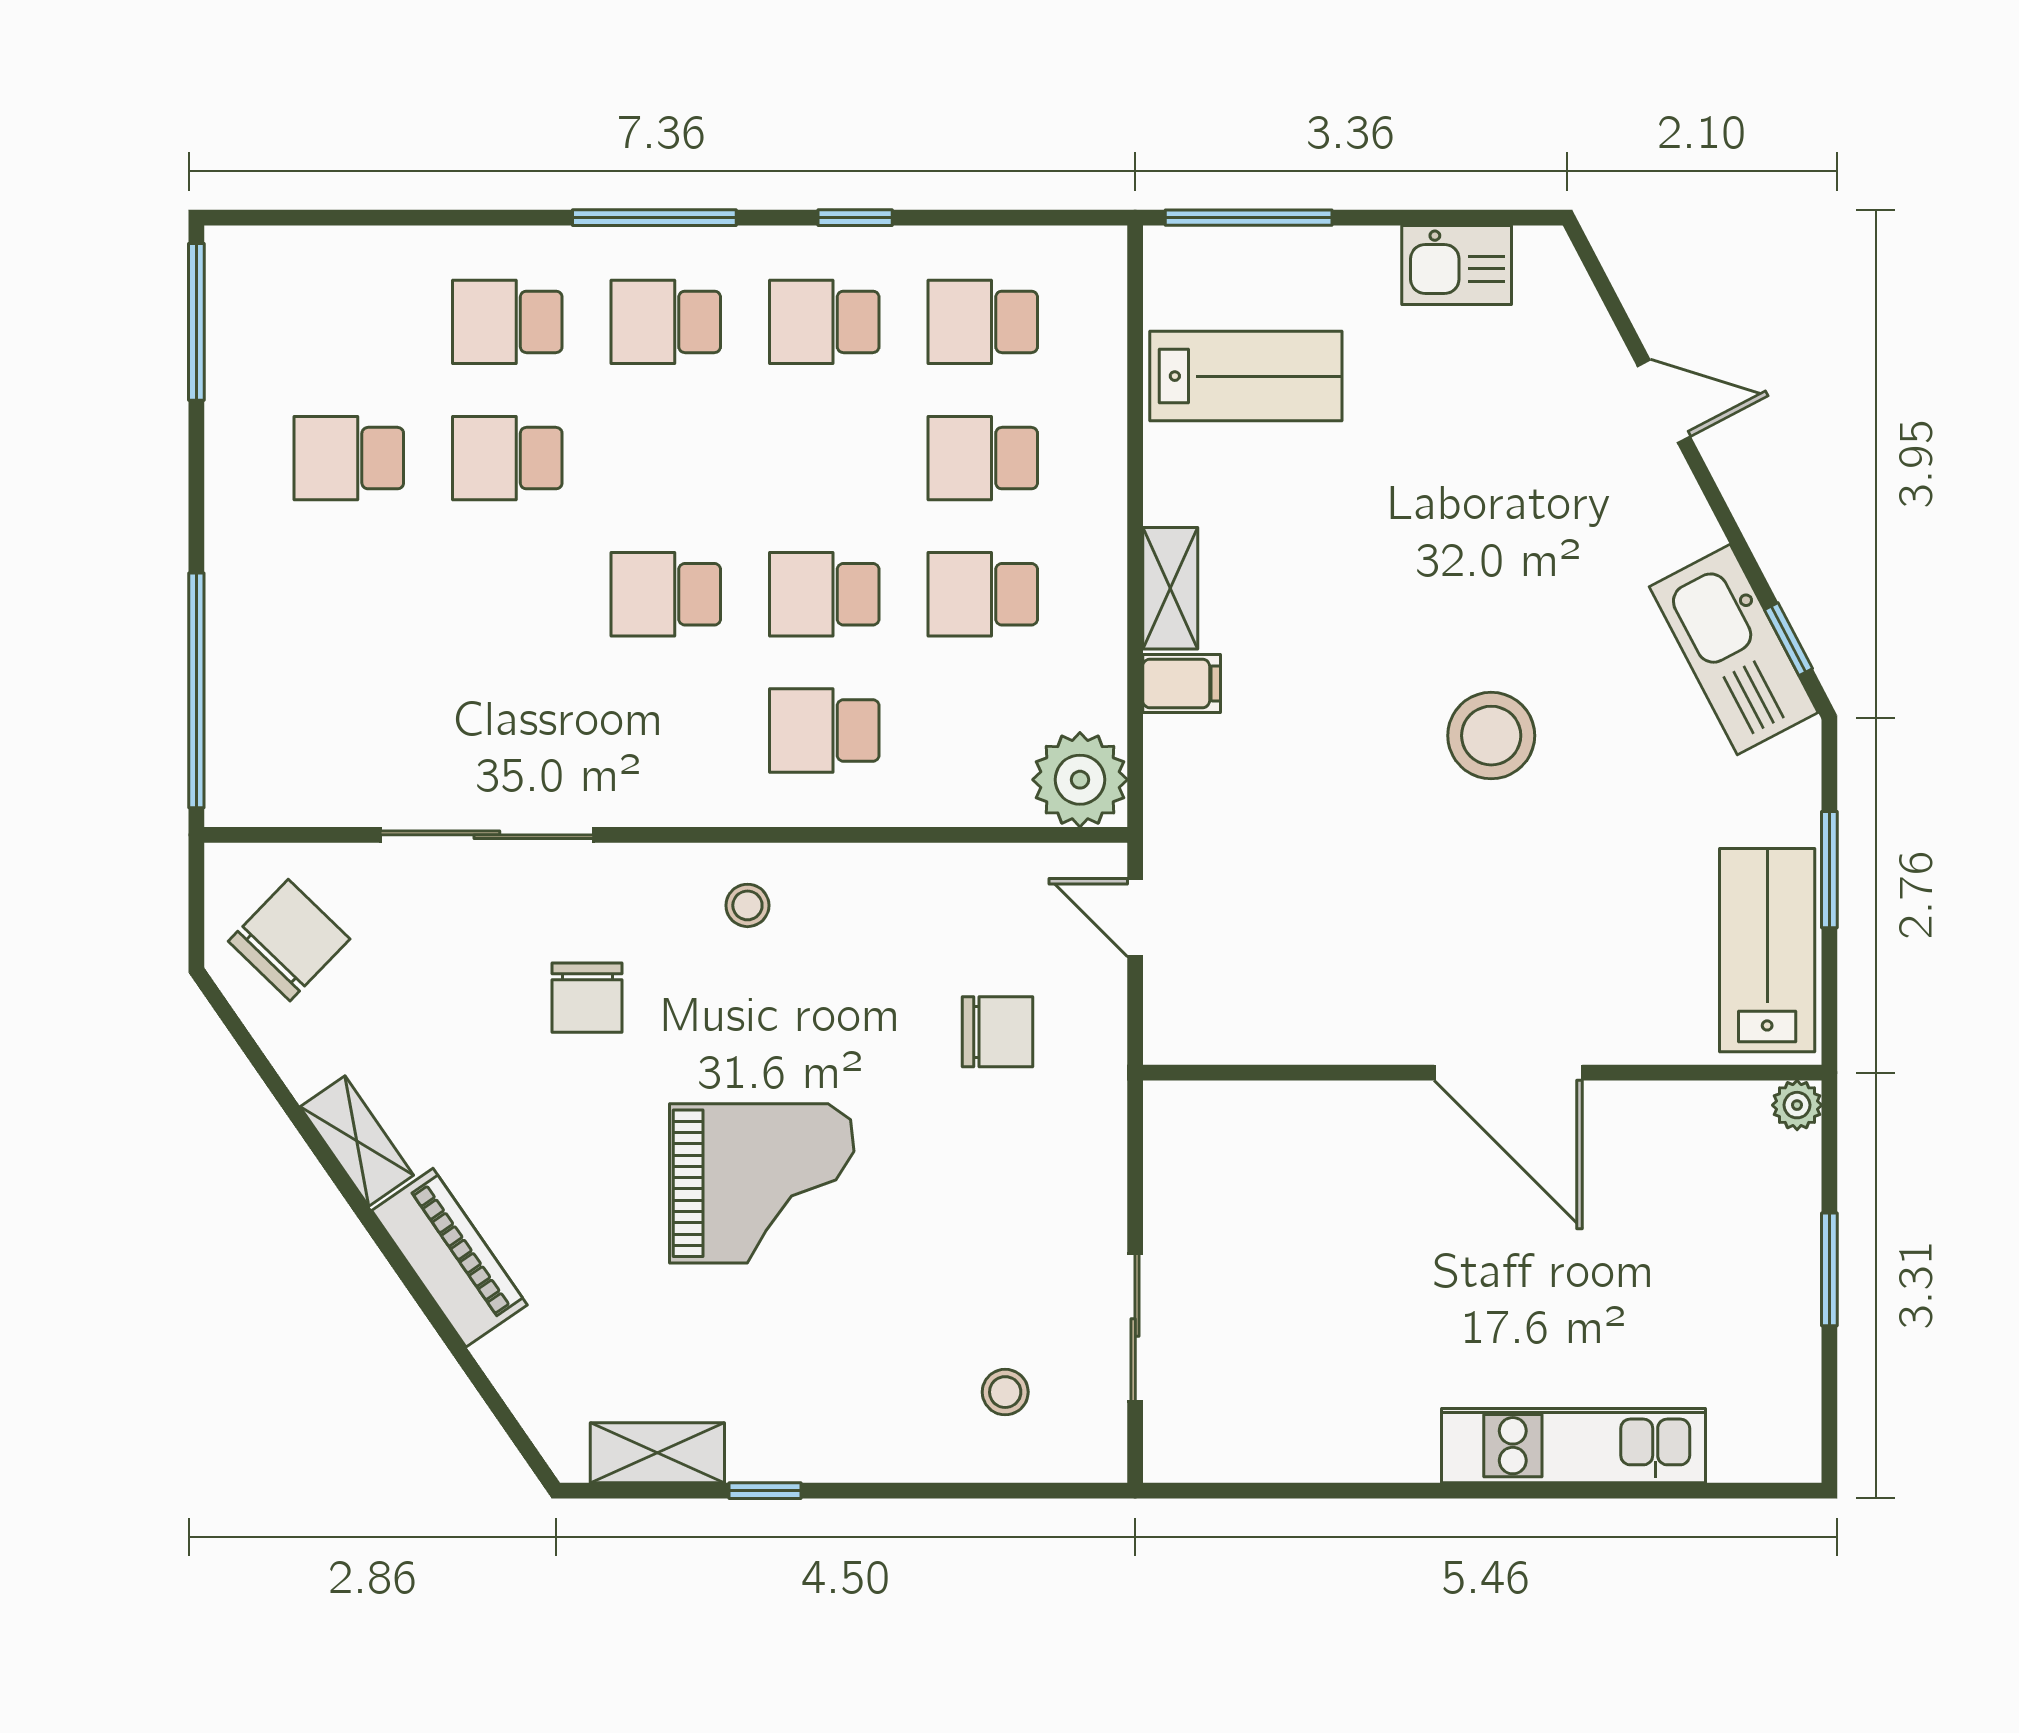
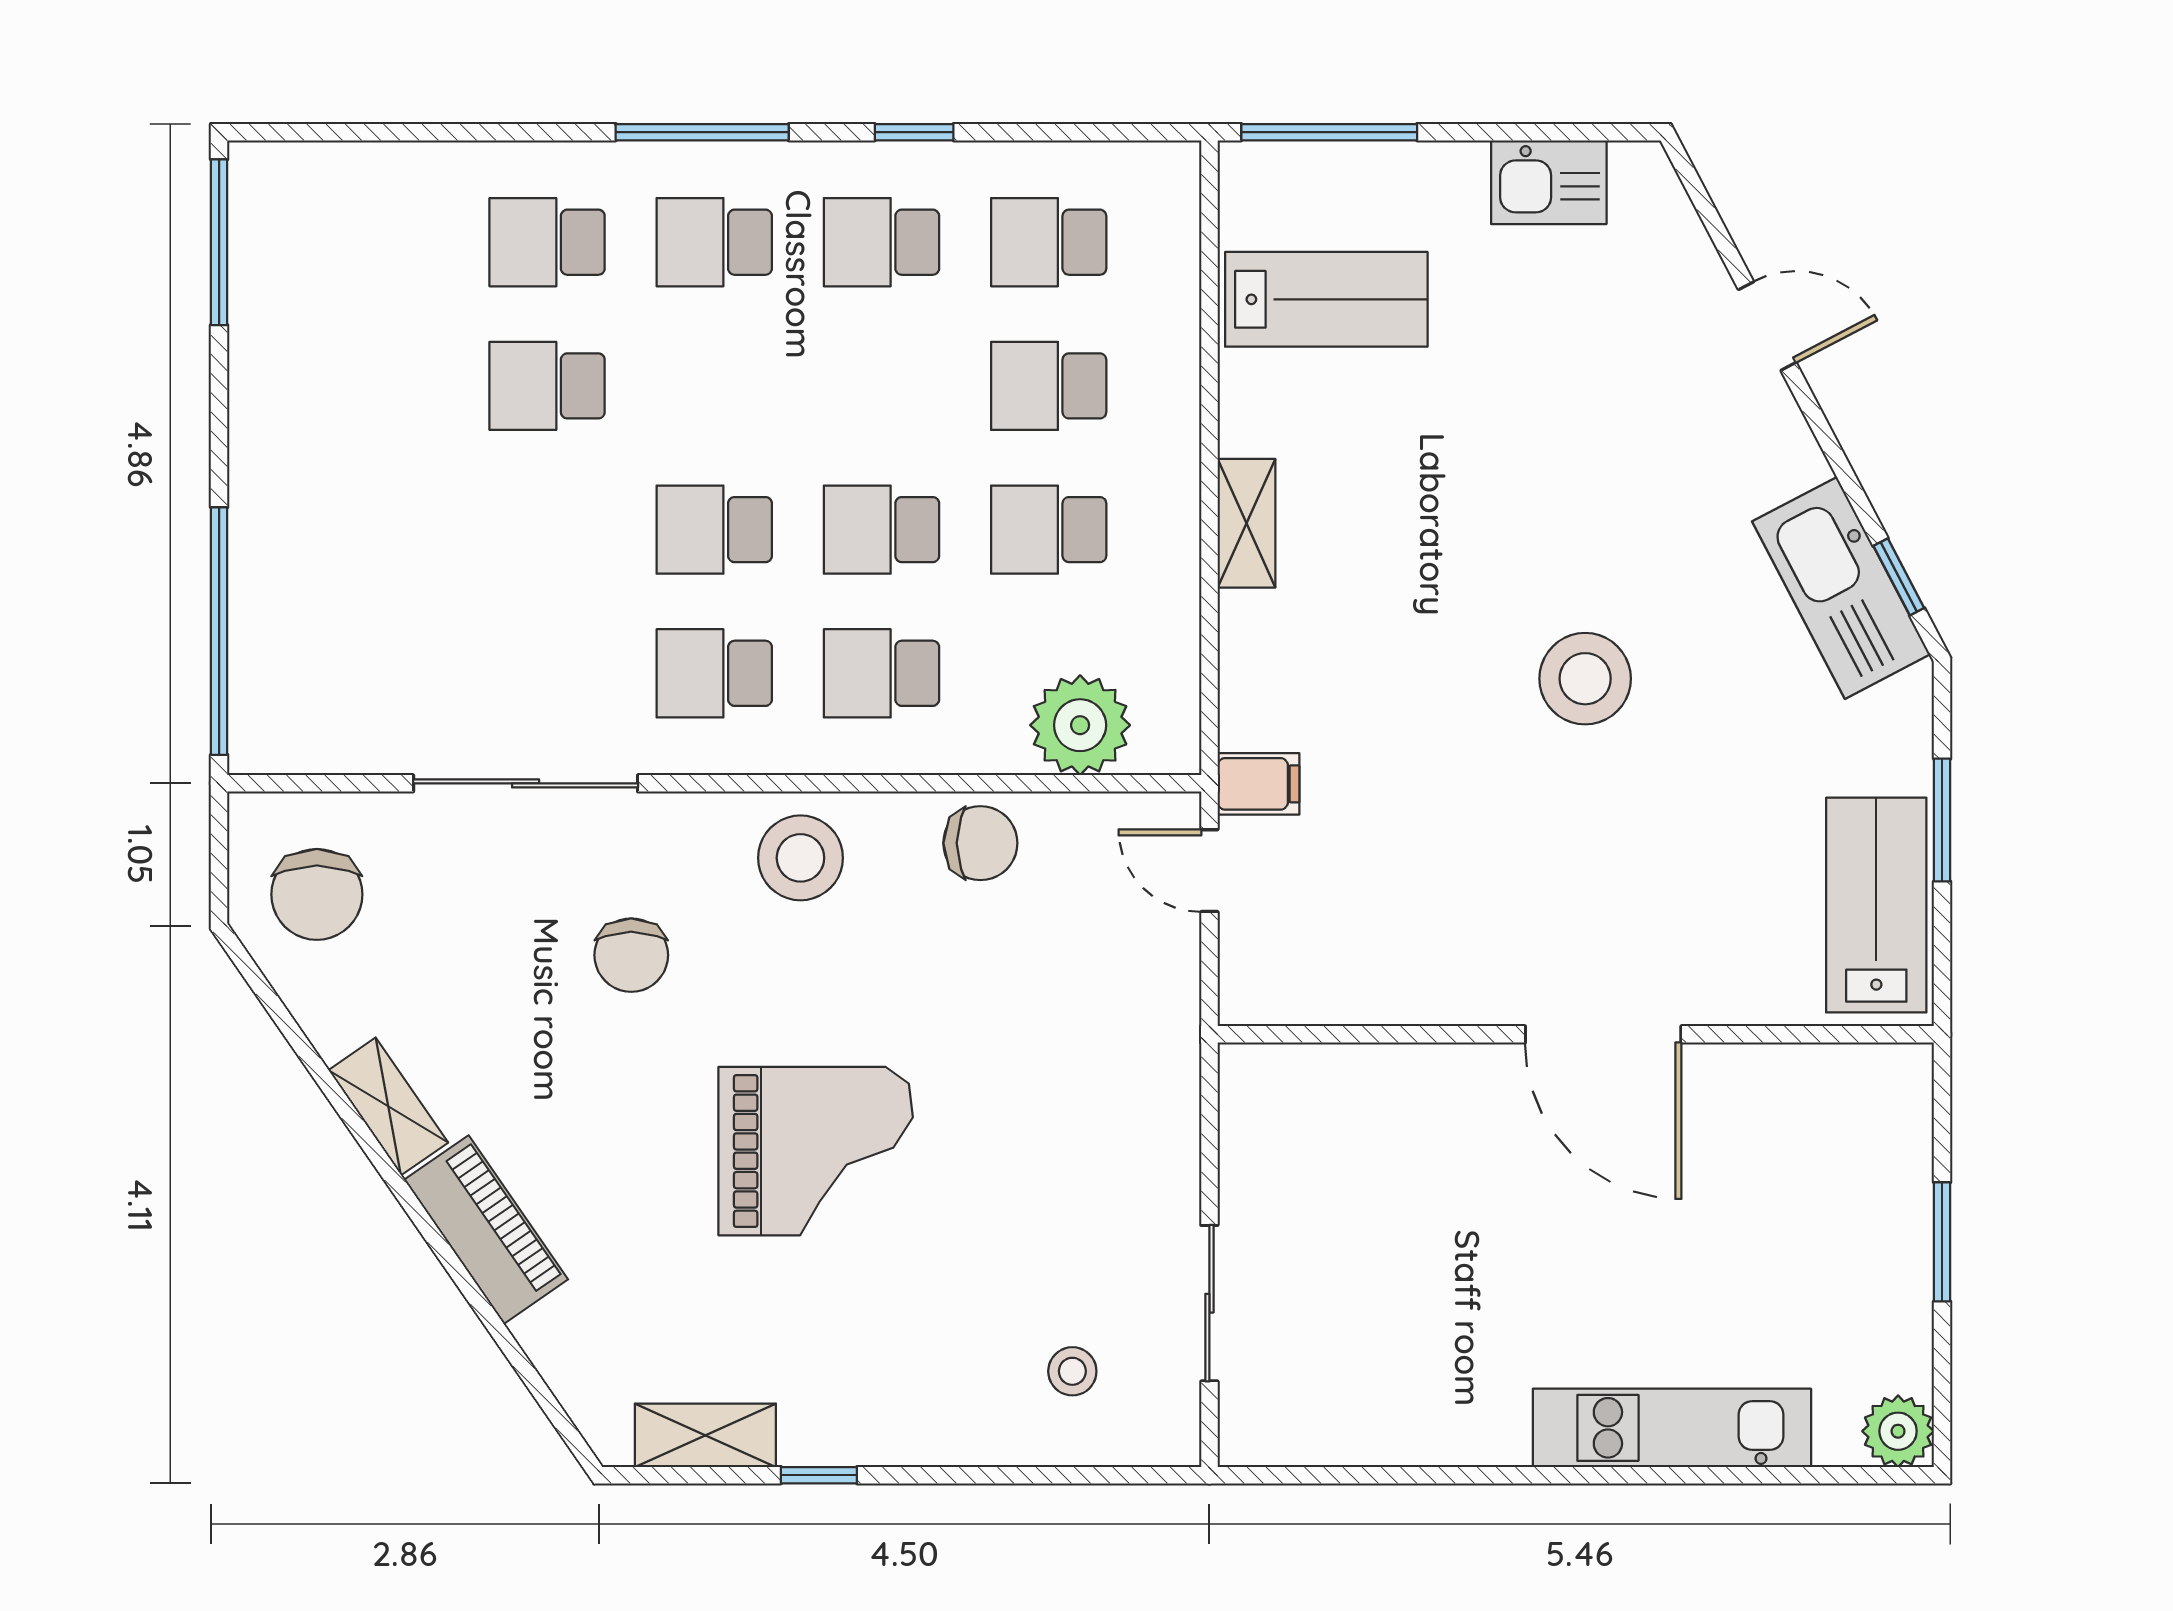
school desk: (349, 458) -> (714, 673), moved
filing cabinet: (1182, 683) -> (1259, 784), moved
plant: (1080, 780) -> (1080, 725), moved
stool: (747, 905) -> (800, 858), width x1.89, depth x1.89
chair: (289, 940) -> (317, 894), turned 136
chair: (997, 1032) -> (980, 843), moved
plant: (1797, 1105) -> (1898, 1431), moved, width x1.38, depth x1.38

